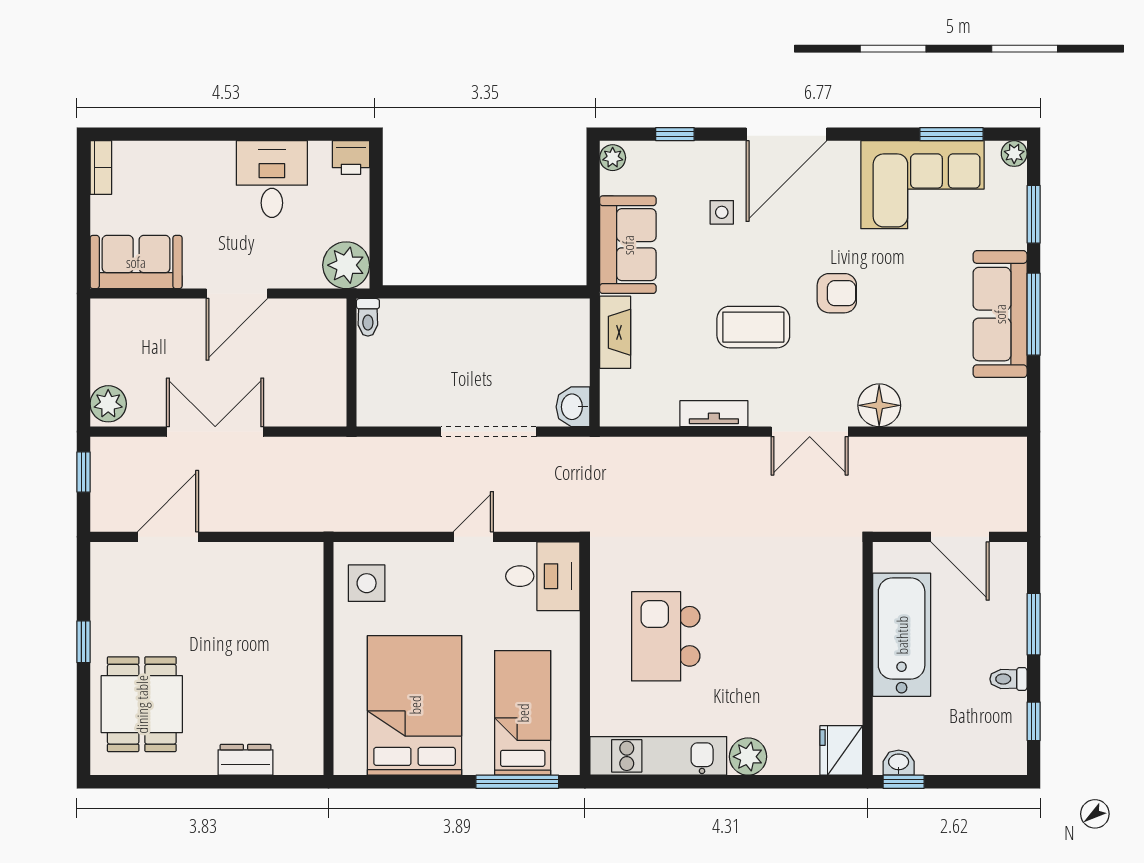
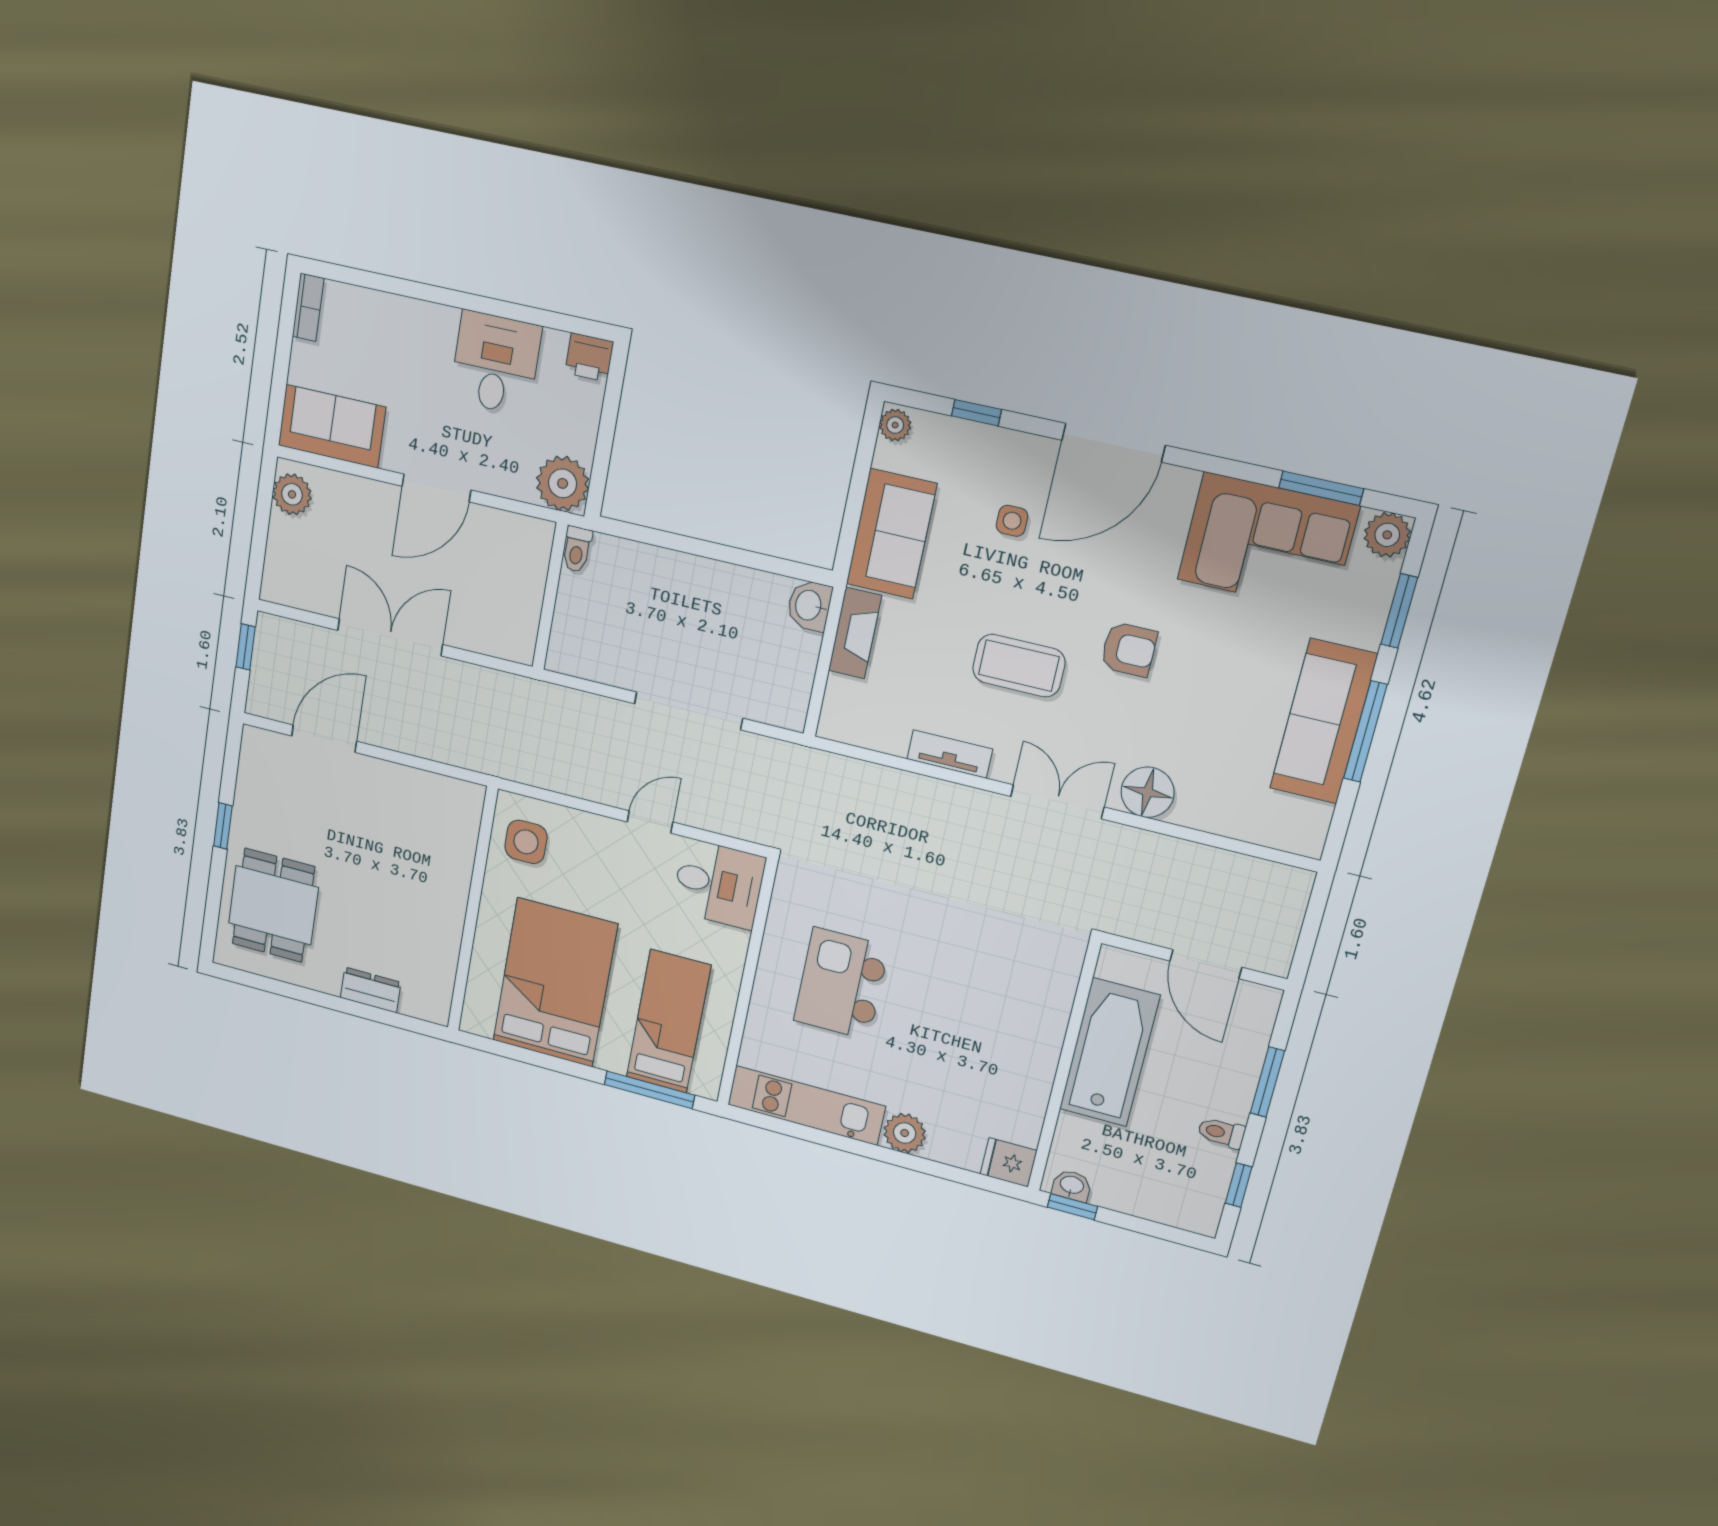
plant: (1014, 154) -> (1387, 535), width x1.38, depth x1.38
plant: (108, 404) -> (292, 494), moved
washbasin: (573, 407) -> (809, 605), moved
double door: (810, 432) -> (1057, 802), swing flipped
fridge: (841, 750) -> (1009, 1162), width x0.72

